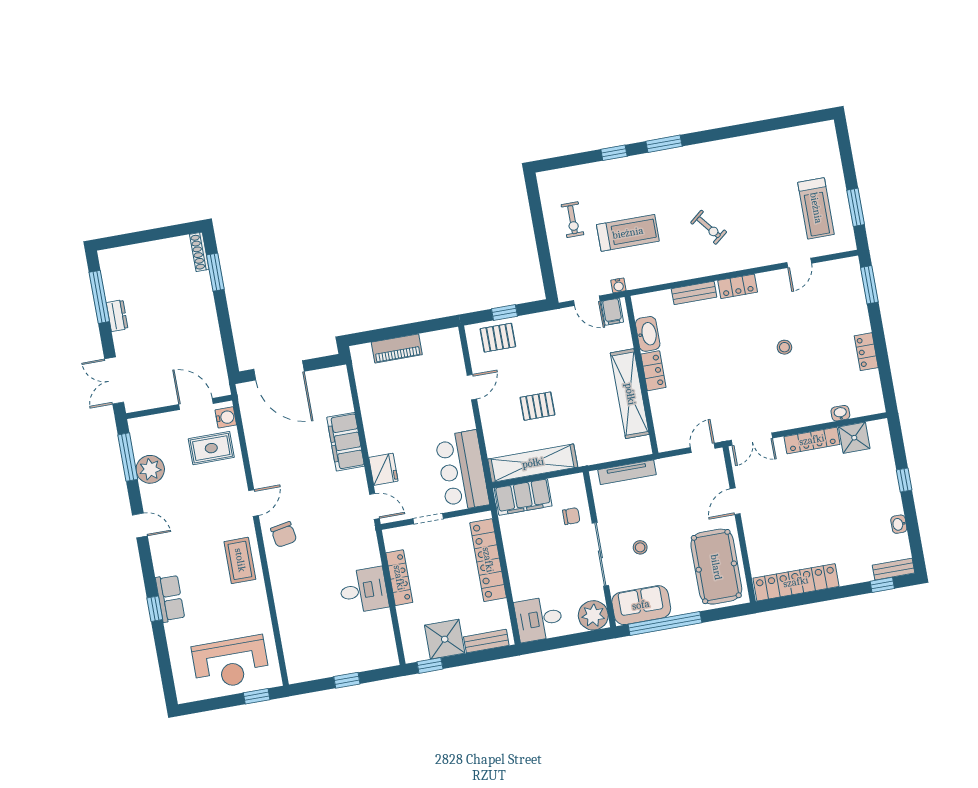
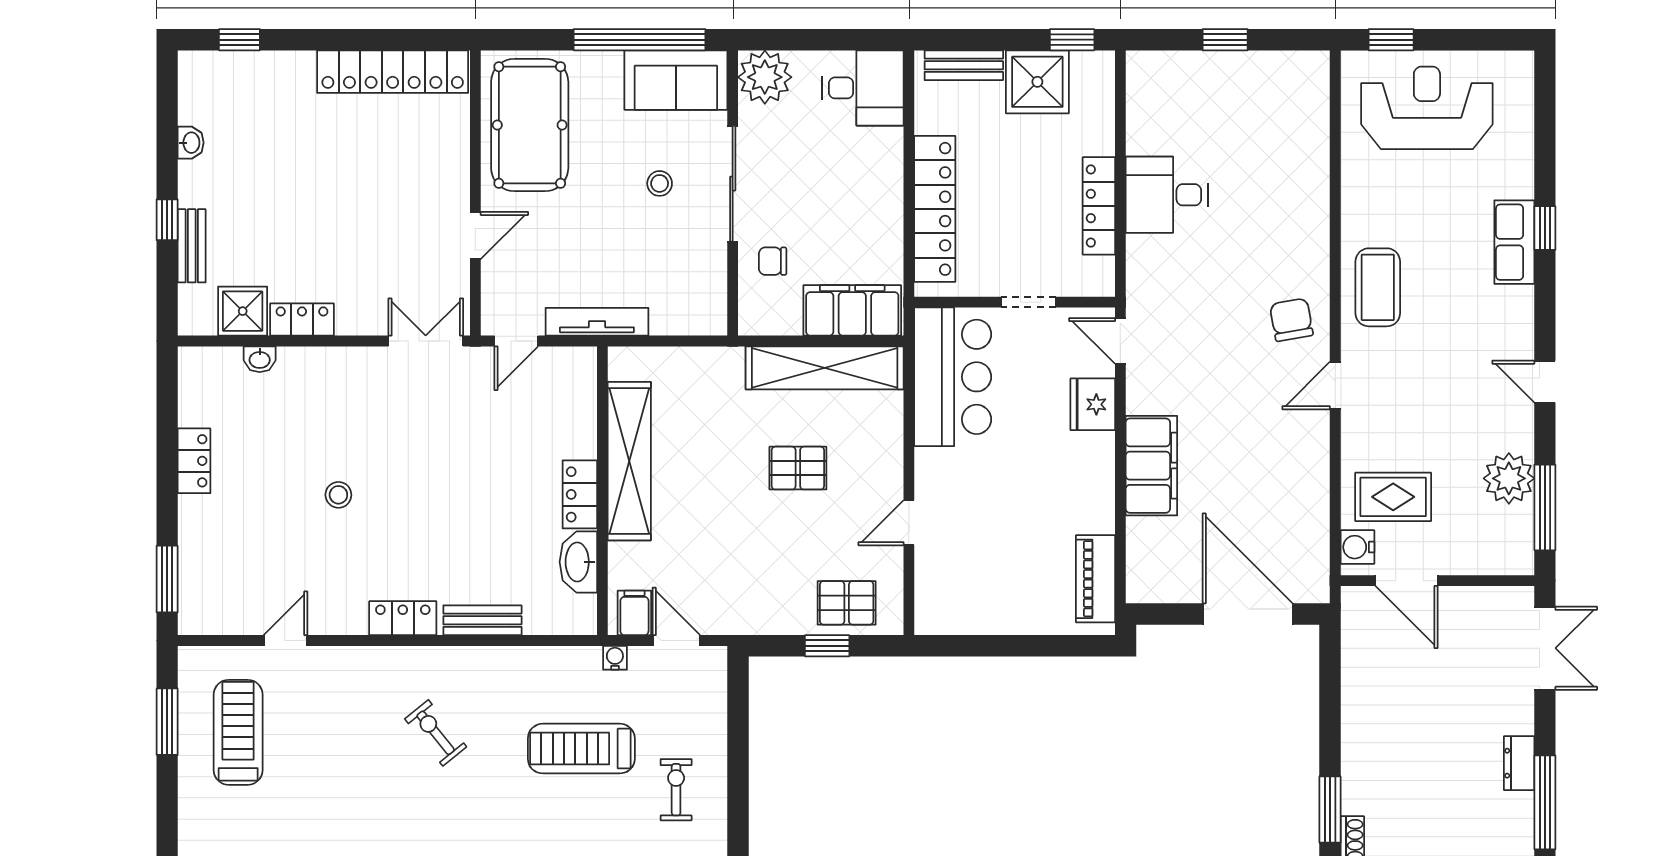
piano: (397, 348) -> (1096, 579), moved, turned -90
locker: (812, 440) -> (302, 320), width x0.66
tv unit: (627, 472) -> (597, 322), moved
bench: (894, 569) -> (192, 246), moved, turned 90

